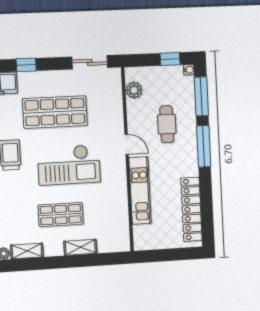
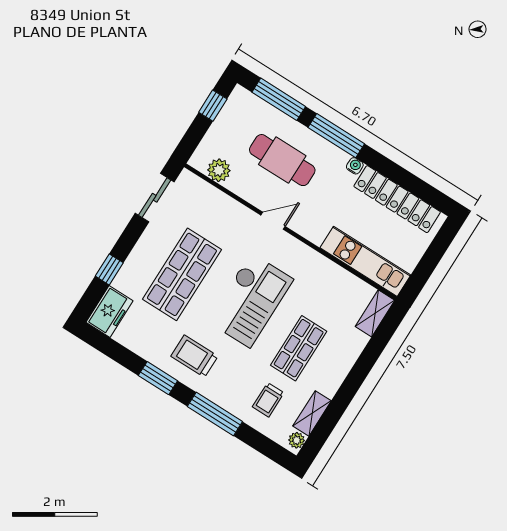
water cooler: (189, 70) -> (355, 166), moved
cafe table: (167, 124) -> (282, 160), width x1.37, depth x1.35
kitchen unit: (140, 191) -> (365, 261), moved
trolley: (16, 219) -> (268, 400), added
shelving: (80, 247) -> (375, 313), moved

